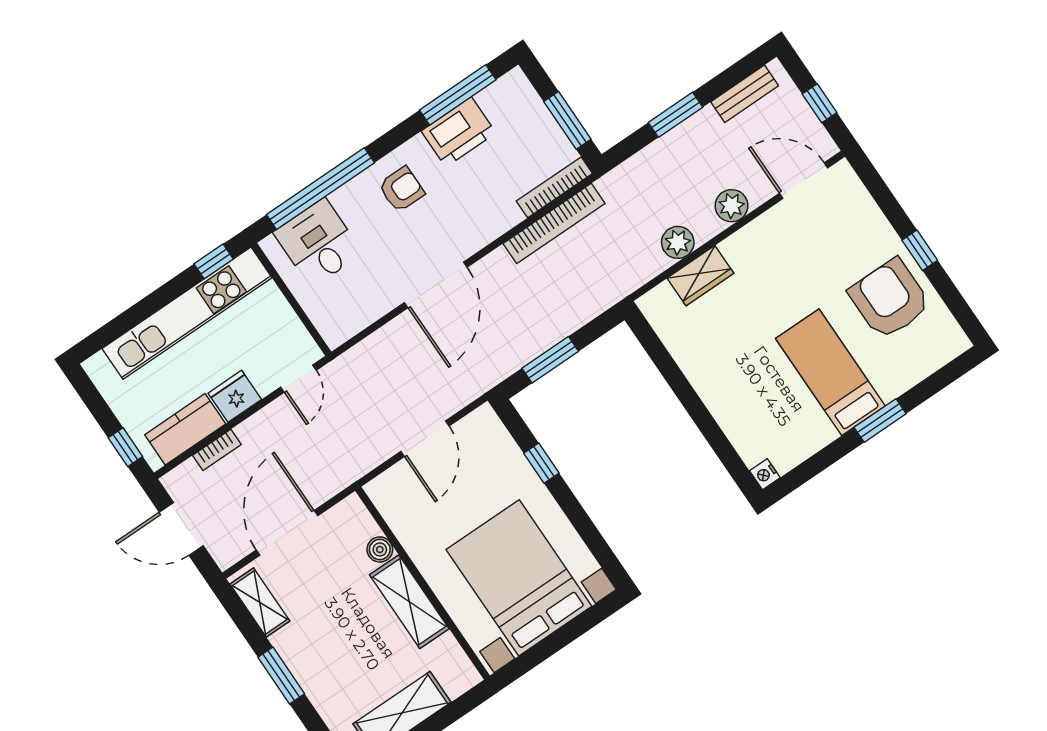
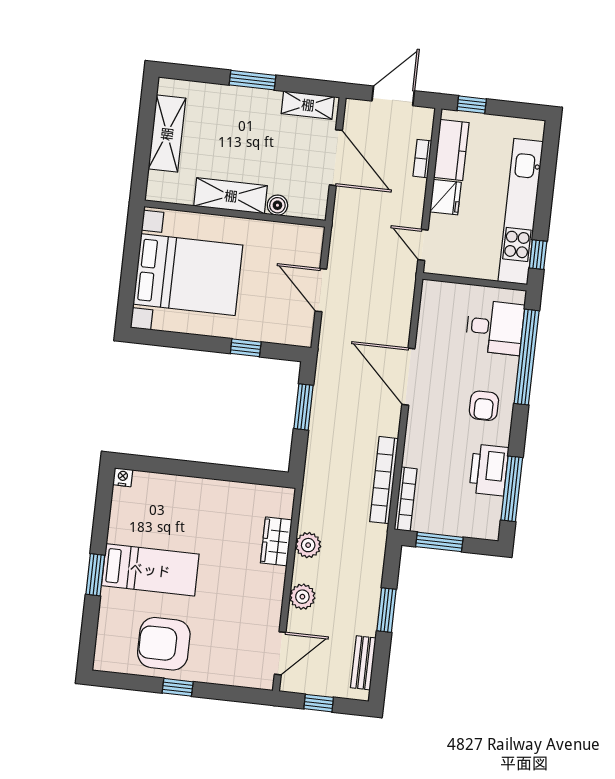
armchair: (890, 299) -> (164, 644), turned 180

